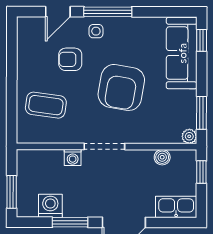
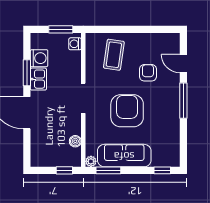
side table: (96, 31) -> (169, 92), removed
sofa: (182, 53) -> (124, 156), moved
armchair: (121, 87) -> (127, 111), turned 80
washing machine: (73, 157) -> (75, 44), moved
window: (12, 192) -> (61, 29), moved
kitchen sink: (176, 207) -> (38, 79), moved, width x0.73

